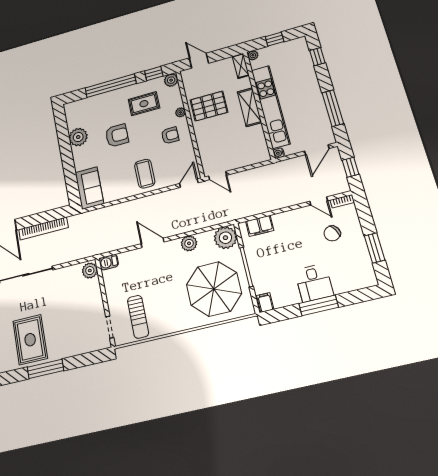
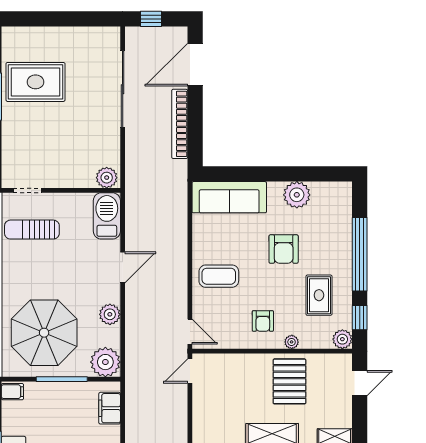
sofa: (89, 188) -> (229, 197), width x1.36
barbecue: (109, 262) -> (107, 216), width x1.88, depth x1.53

